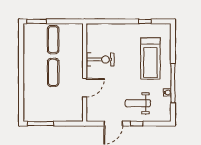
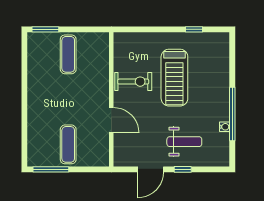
treadmill: (150, 58) -> (174, 78), moved
exercise mat: (53, 72) -> (68, 144), moved
door: (85, 88) -> (111, 120), hinge flipped
weight bench: (138, 103) -> (184, 142), turned 180

